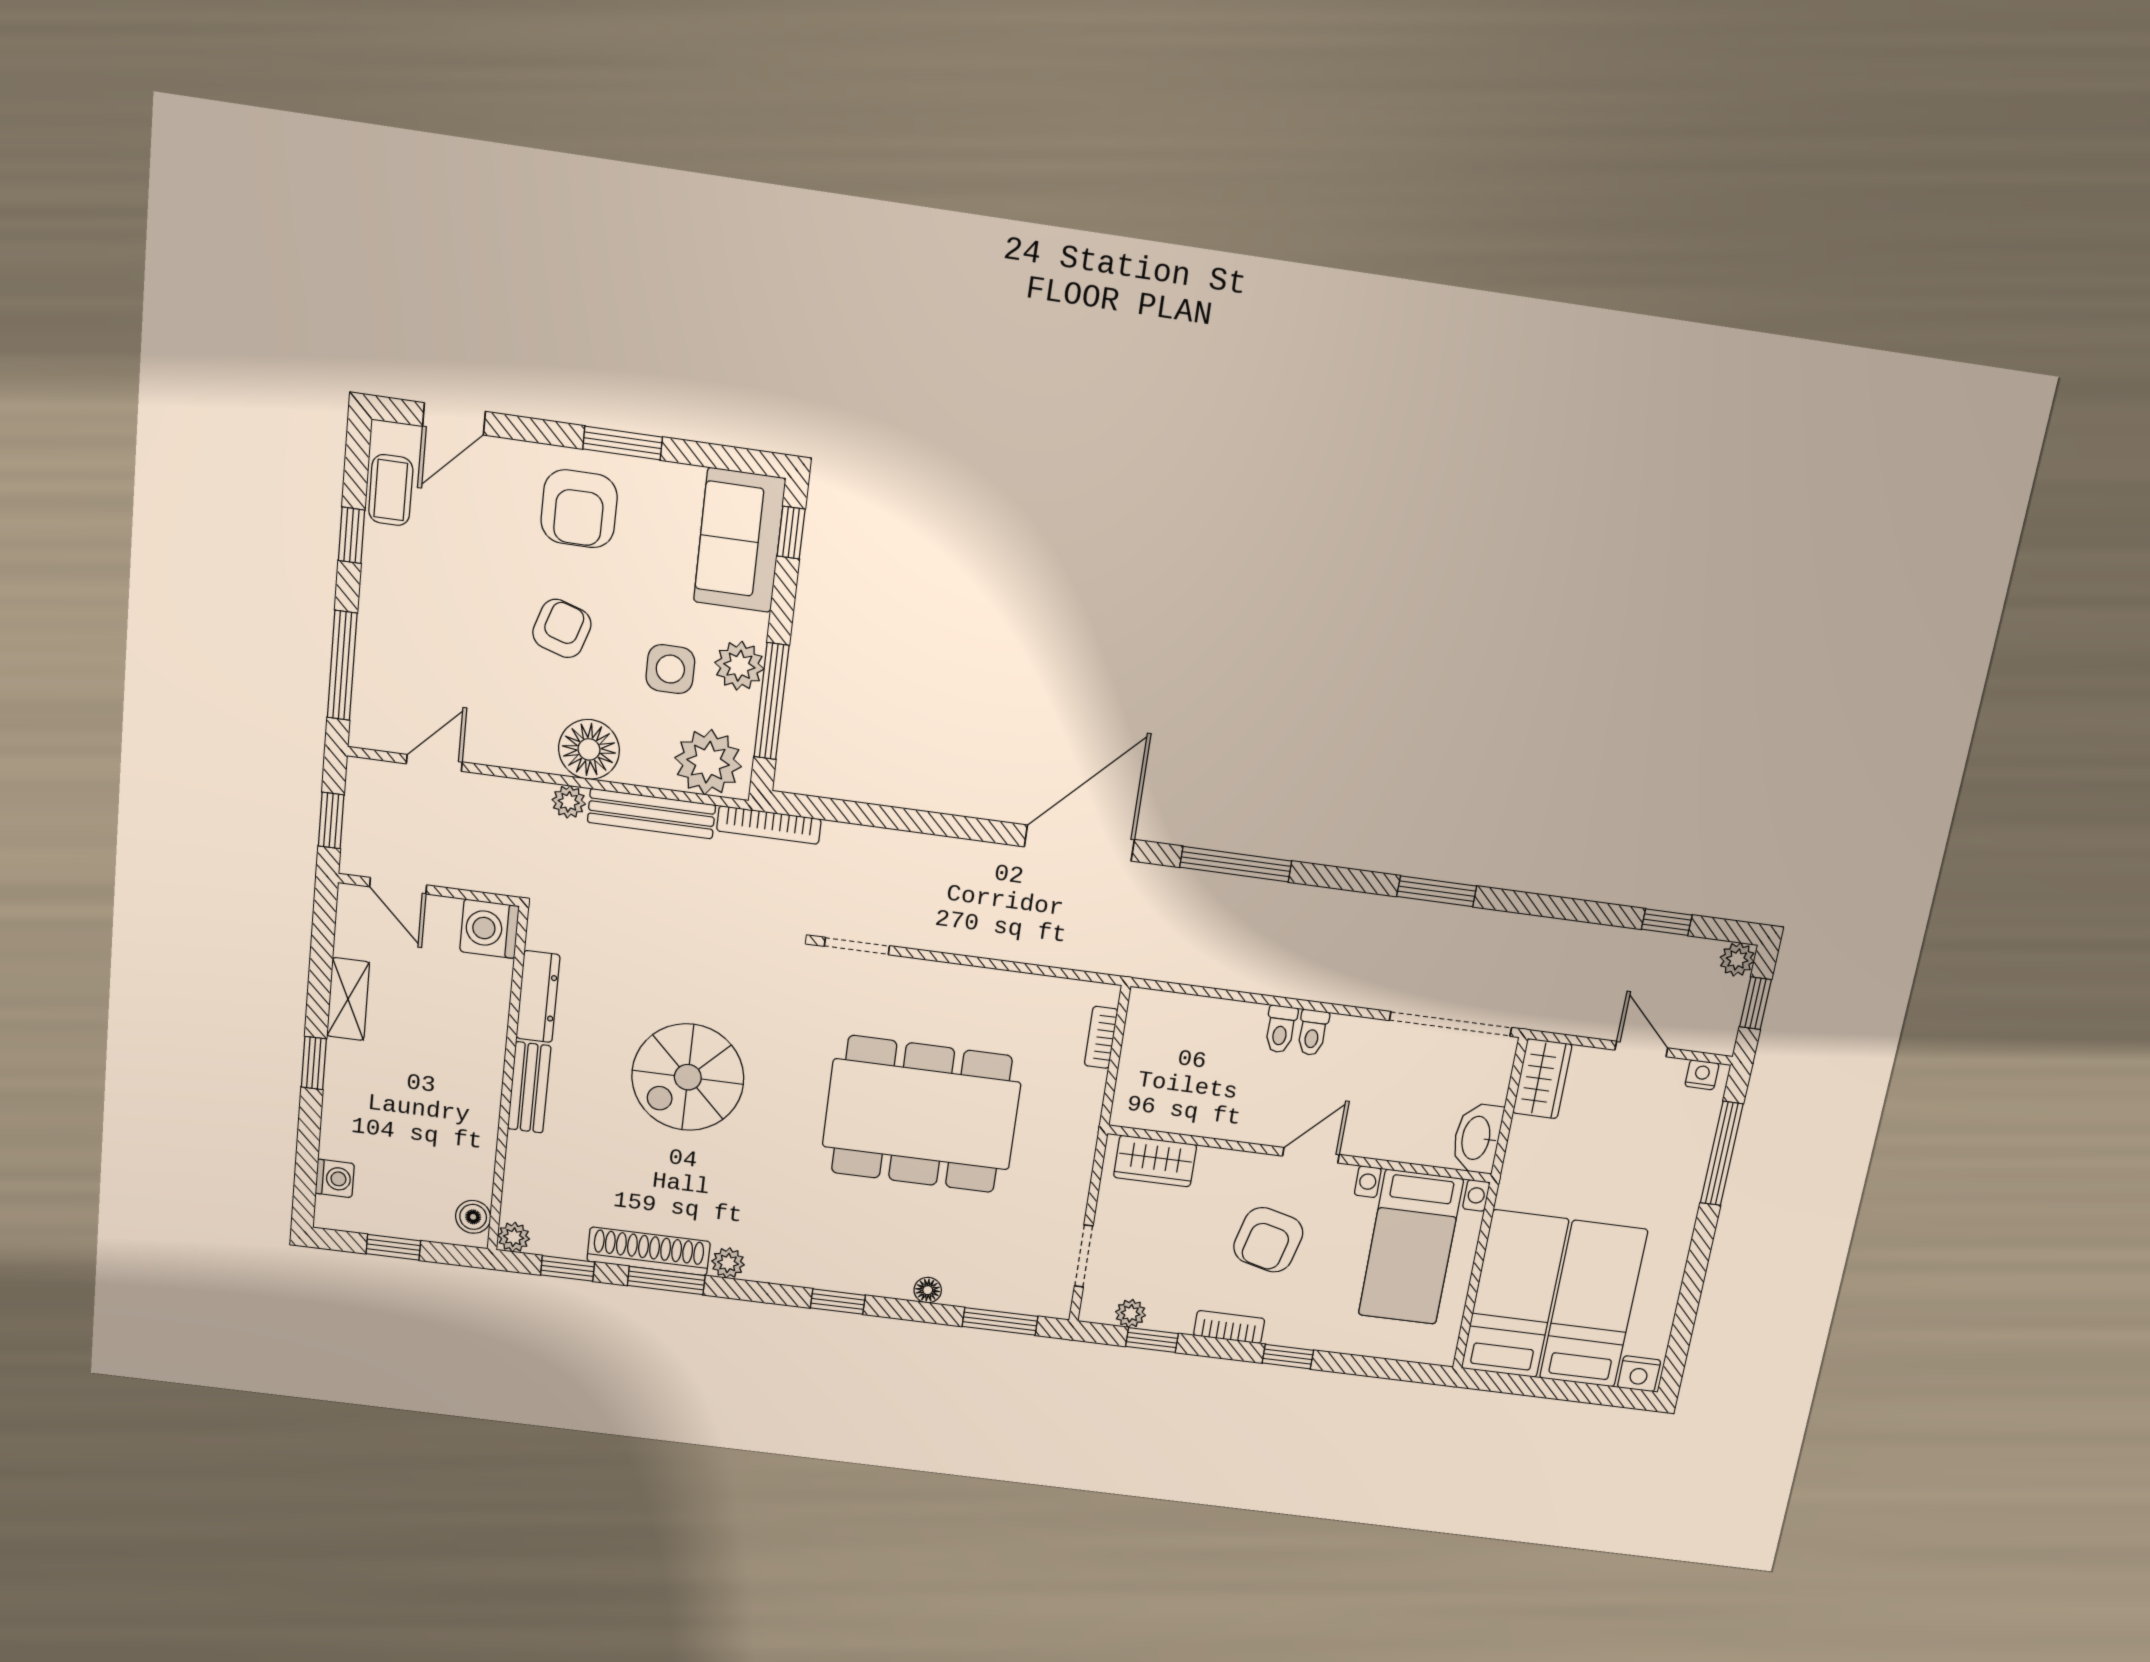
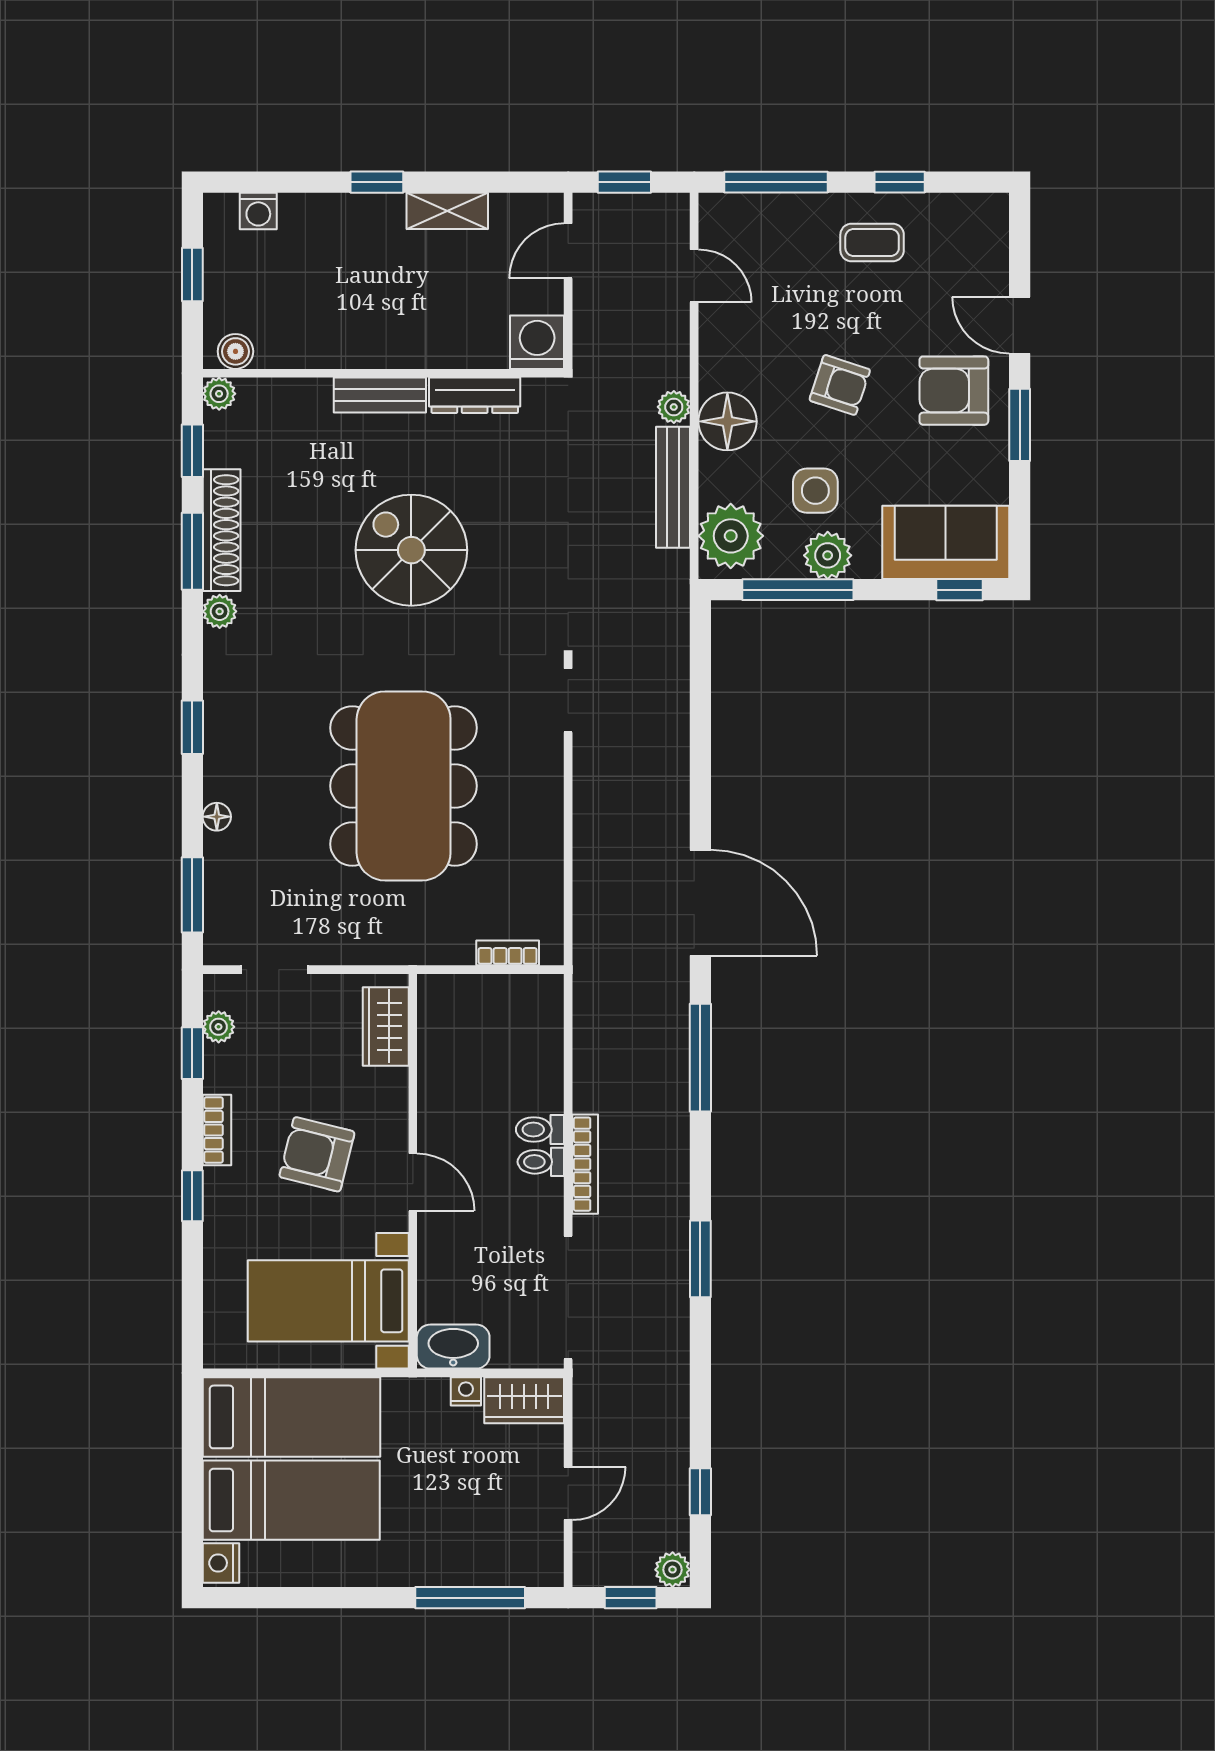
door: (454, 419) -> (1020, 325), moved
coffee table: (391, 490) -> (872, 242), moved
bookcase: (769, 825) -> (585, 1164), moved, turned 180
nightstand: (1702, 1075) -> (466, 1391), moved, turned -90

